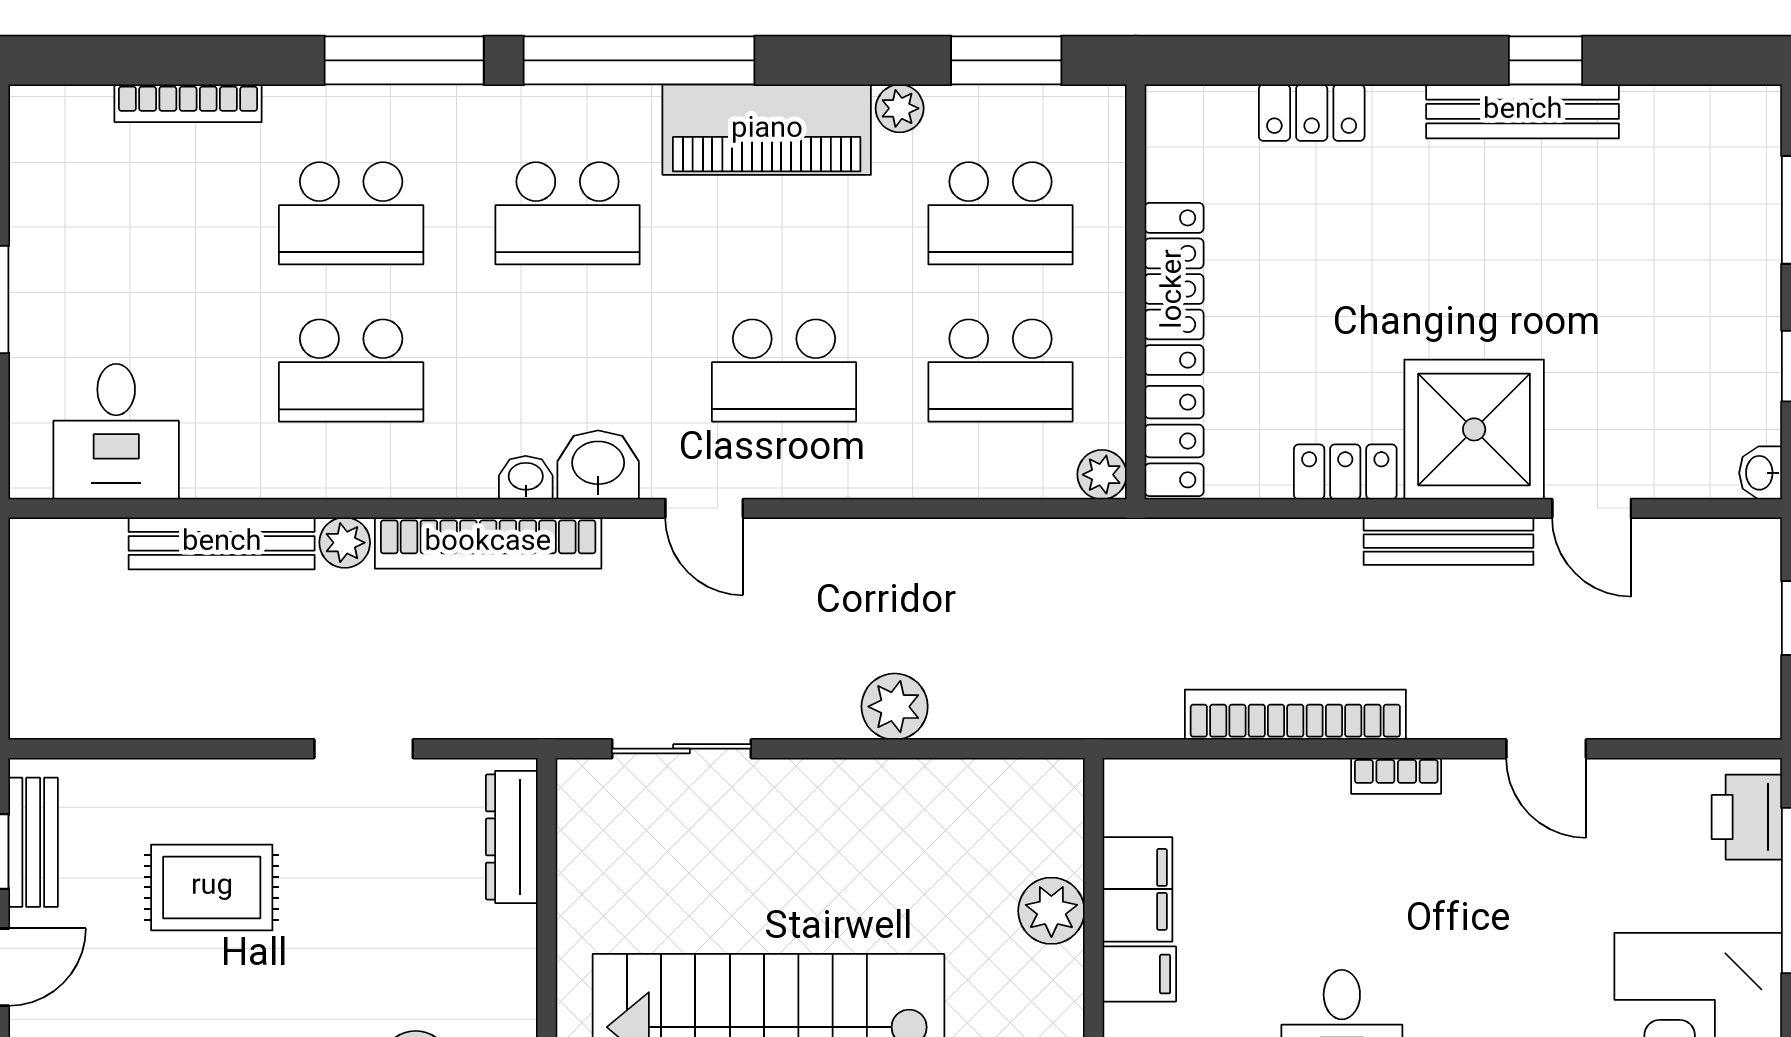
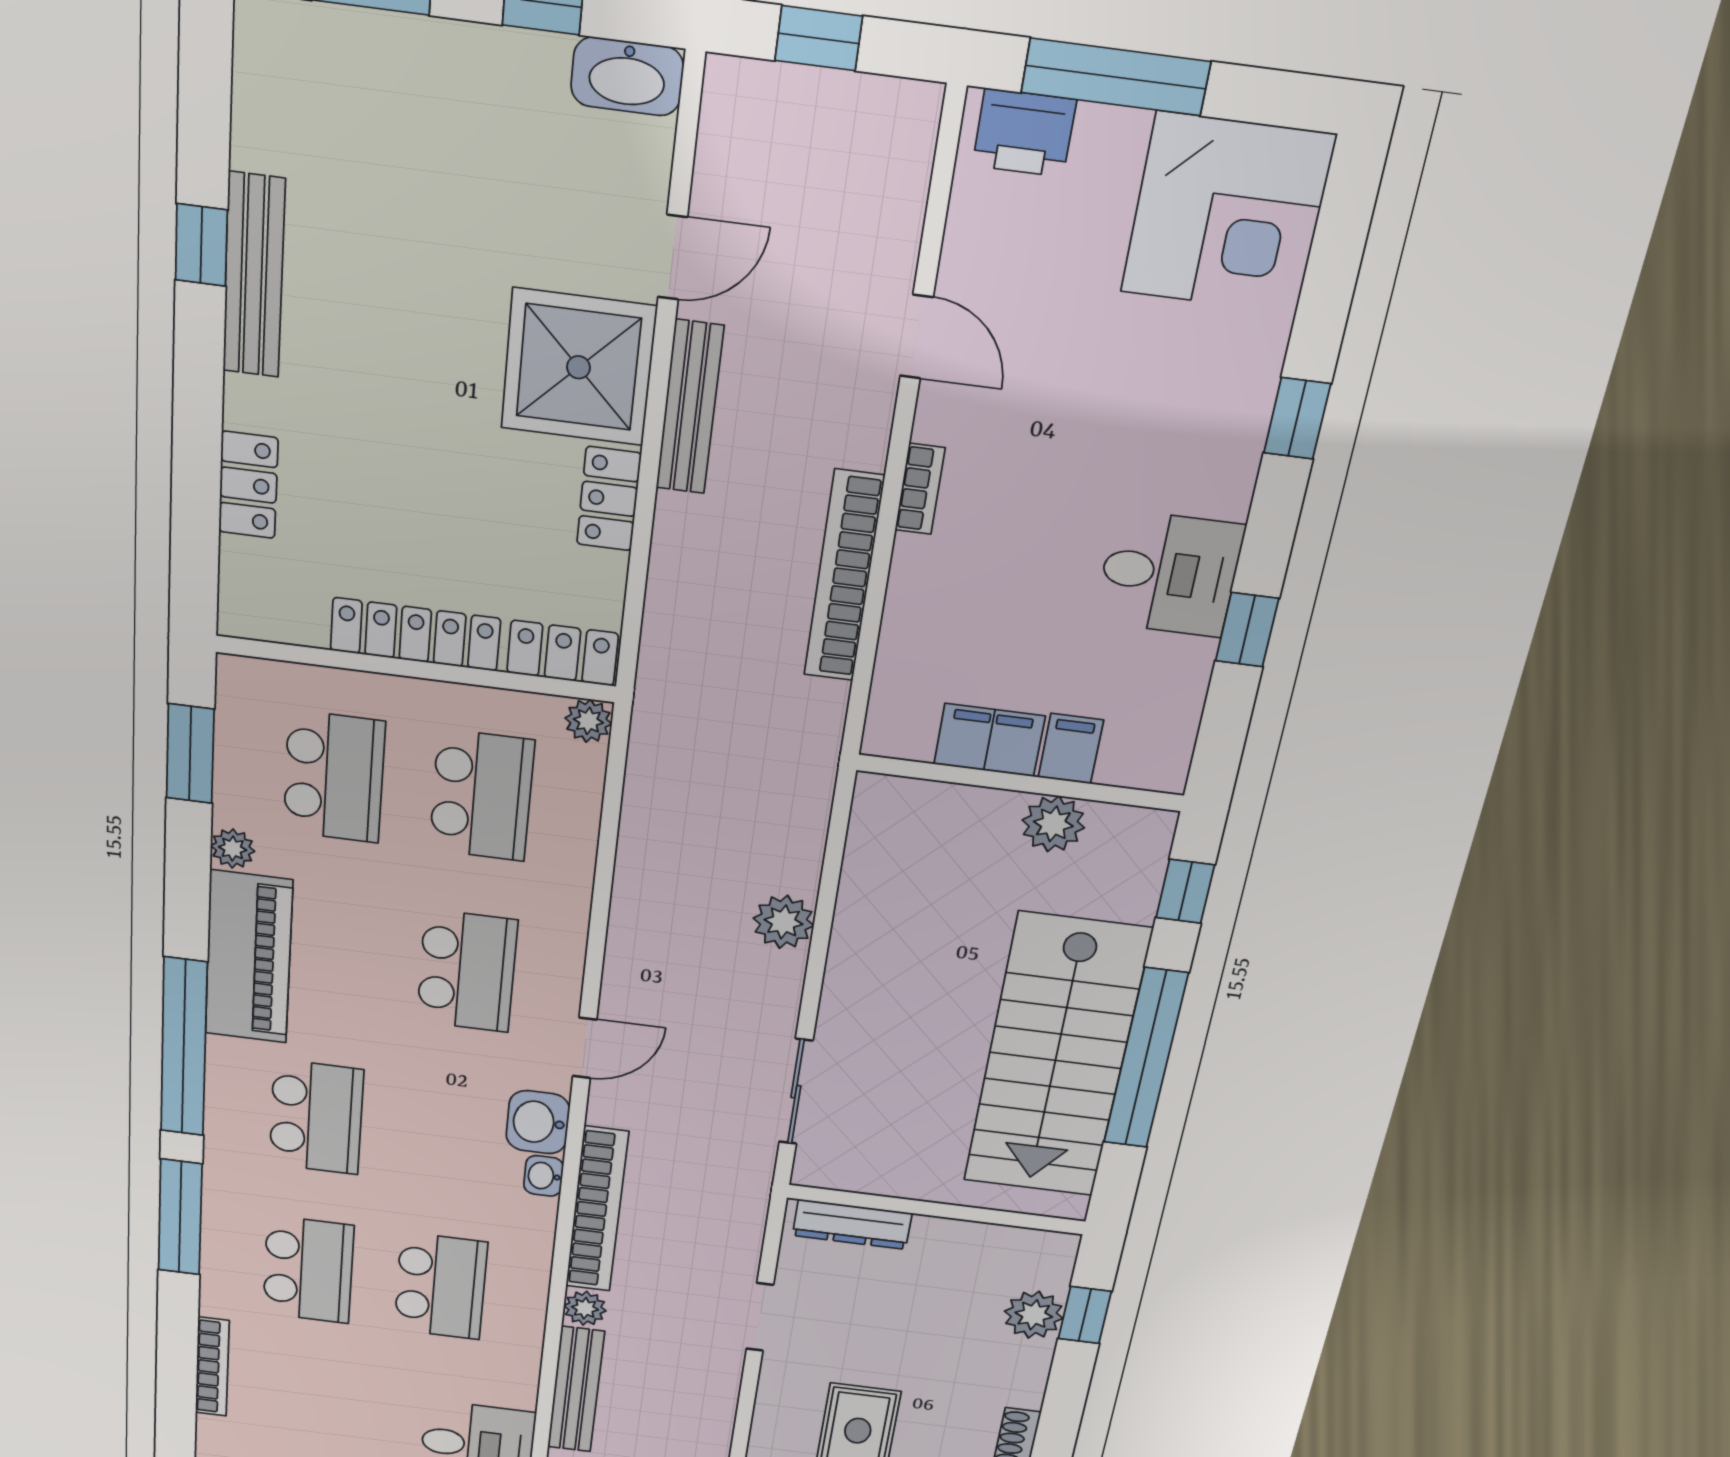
washbasin: (1761, 473) -> (627, 76), width x1.91, depth x1.45
door: (1546, 749) -> (917, 337), hinge flipped
plant: (1051, 911) -> (1053, 824), moved

